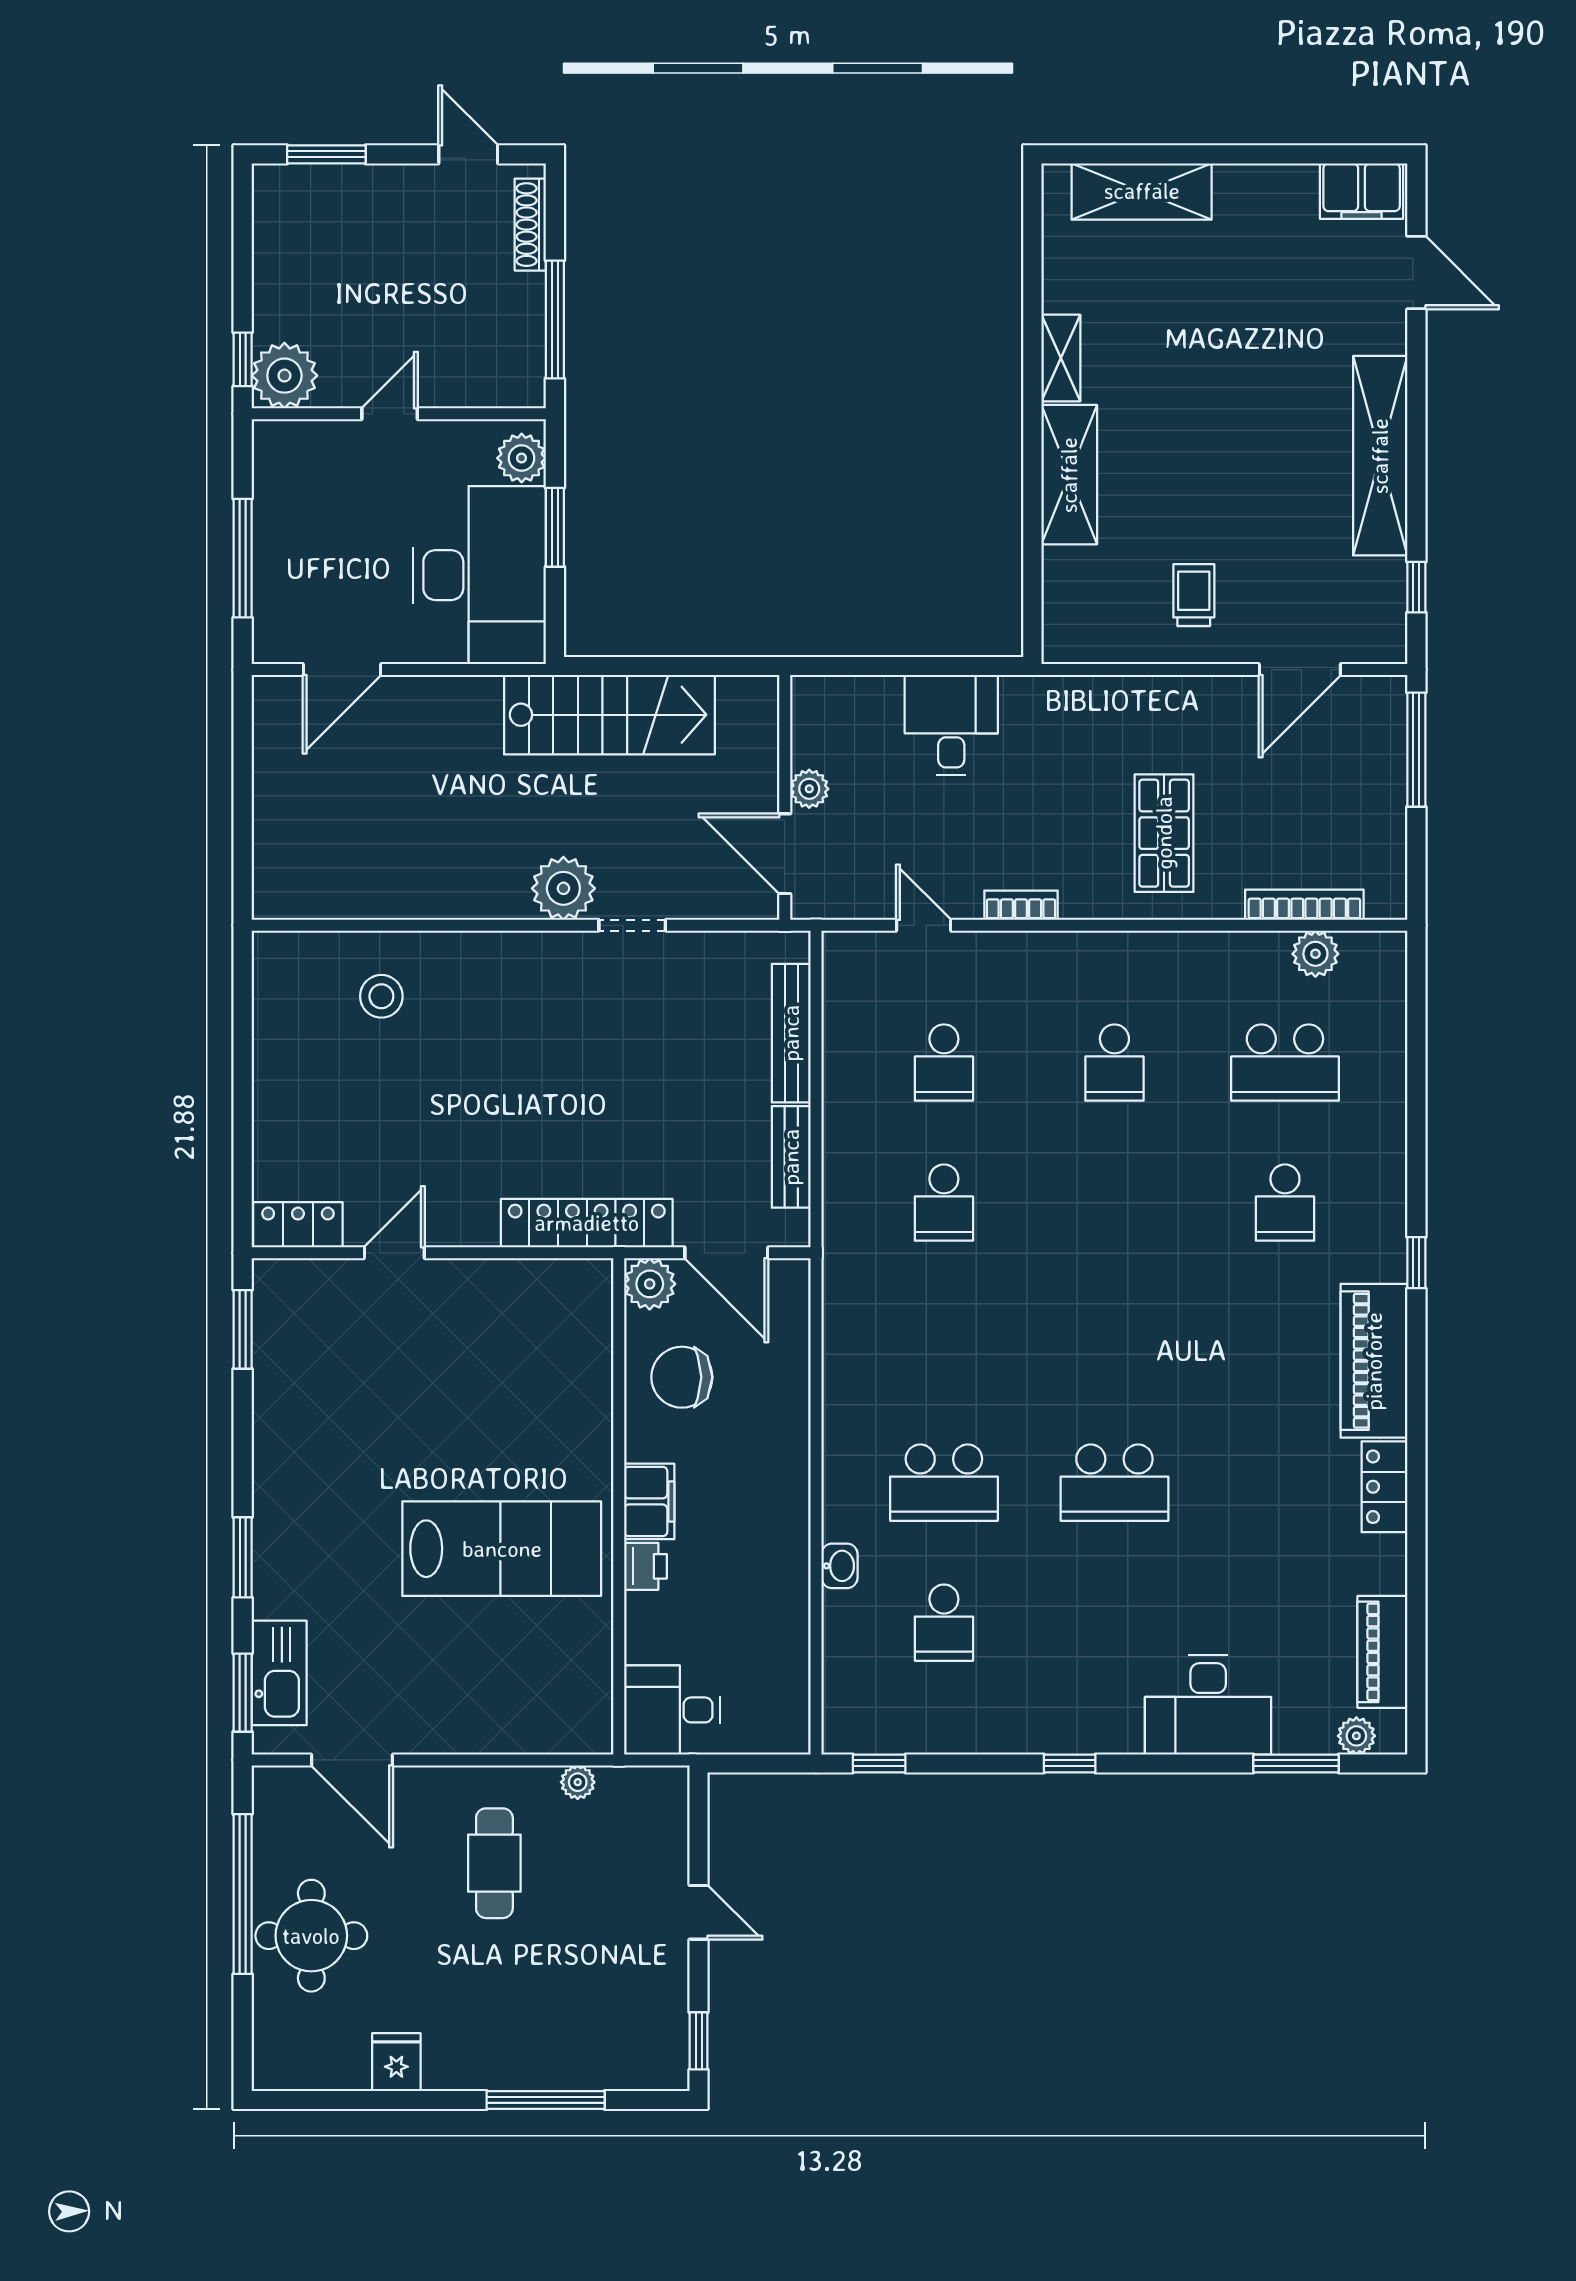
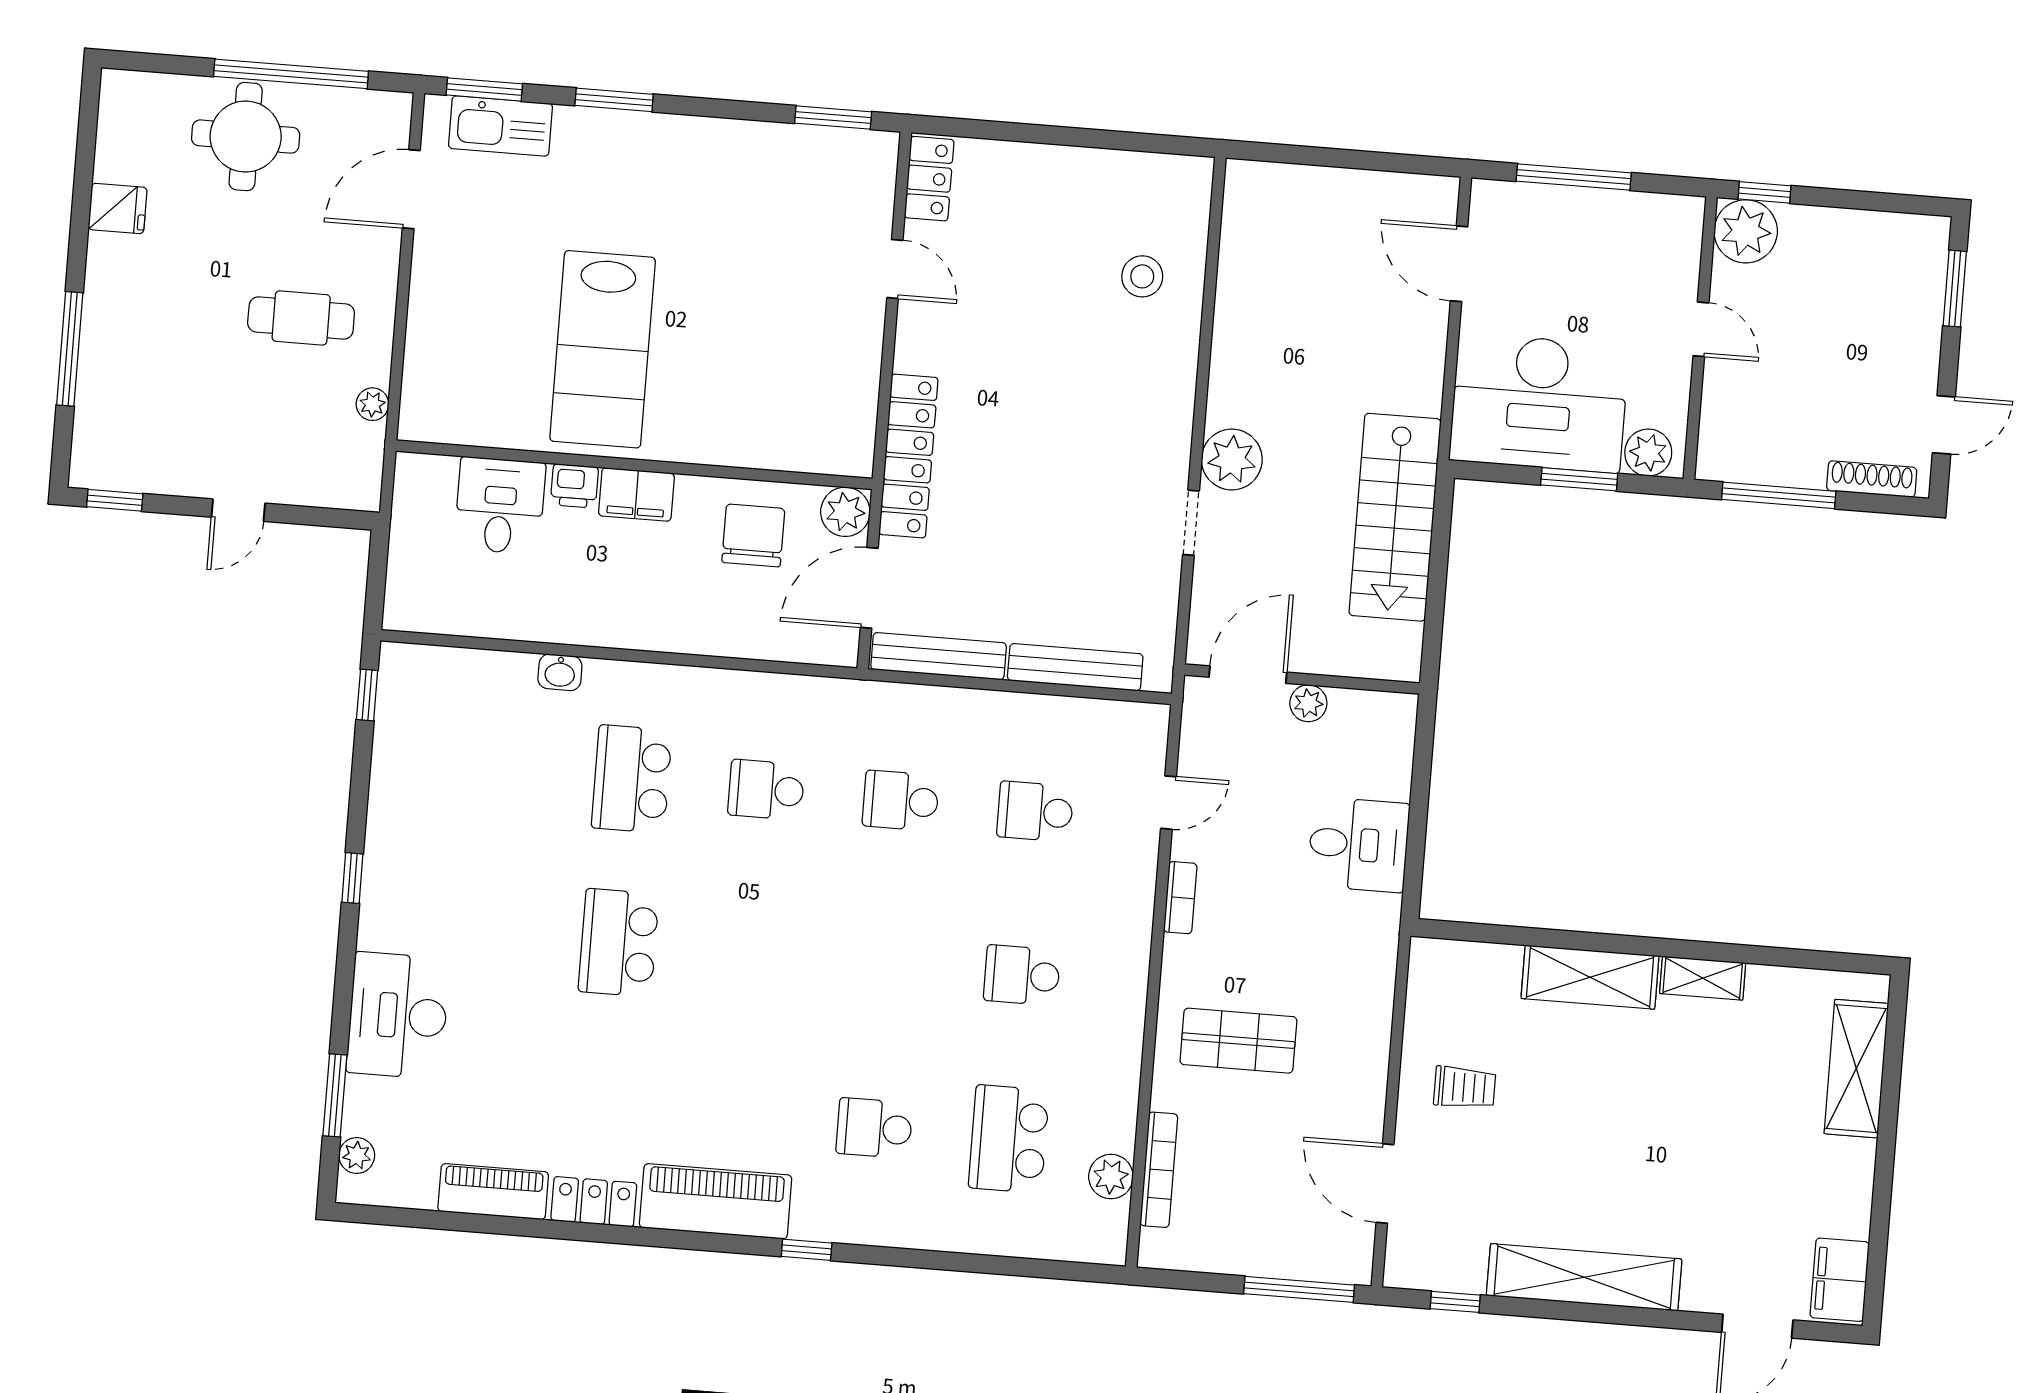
bench: (791, 1157) -> (939, 656), width x1.36
school desk: (944, 1623) -> (766, 790), moved
piano: (1382, 1652) -> (493, 1192), moved
desk: (672, 1710) -> (500, 506), moved

